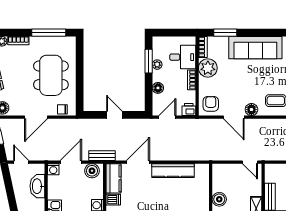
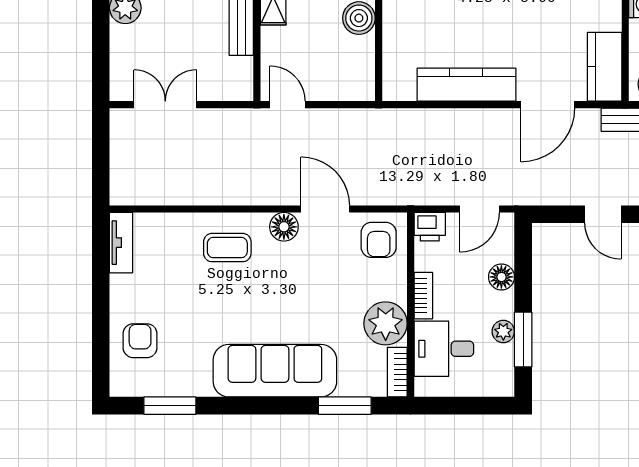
dishwasher: (113, 200) -> (605, 17), removed

